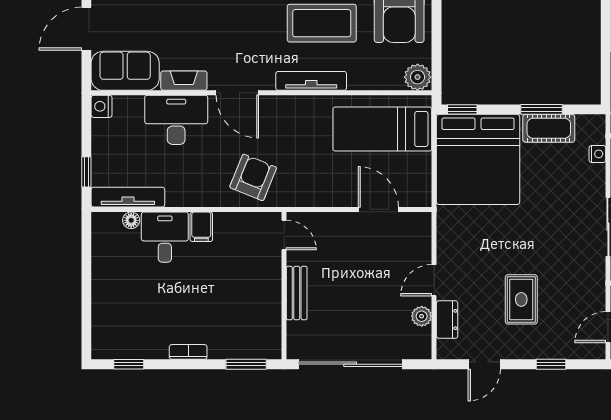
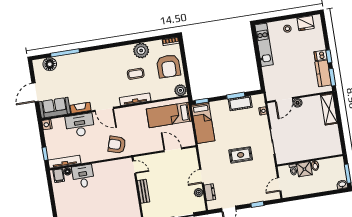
coffee table: (322, 23) -> (136, 74), width x0.54, depth x0.58
bed: (478, 159) -> (203, 123), width x0.49
armchair: (253, 177) -> (117, 145), turned -94
filing cabinet: (201, 227) -> (59, 176), moved
rug: (521, 299) -> (241, 155), moved, turned 90

